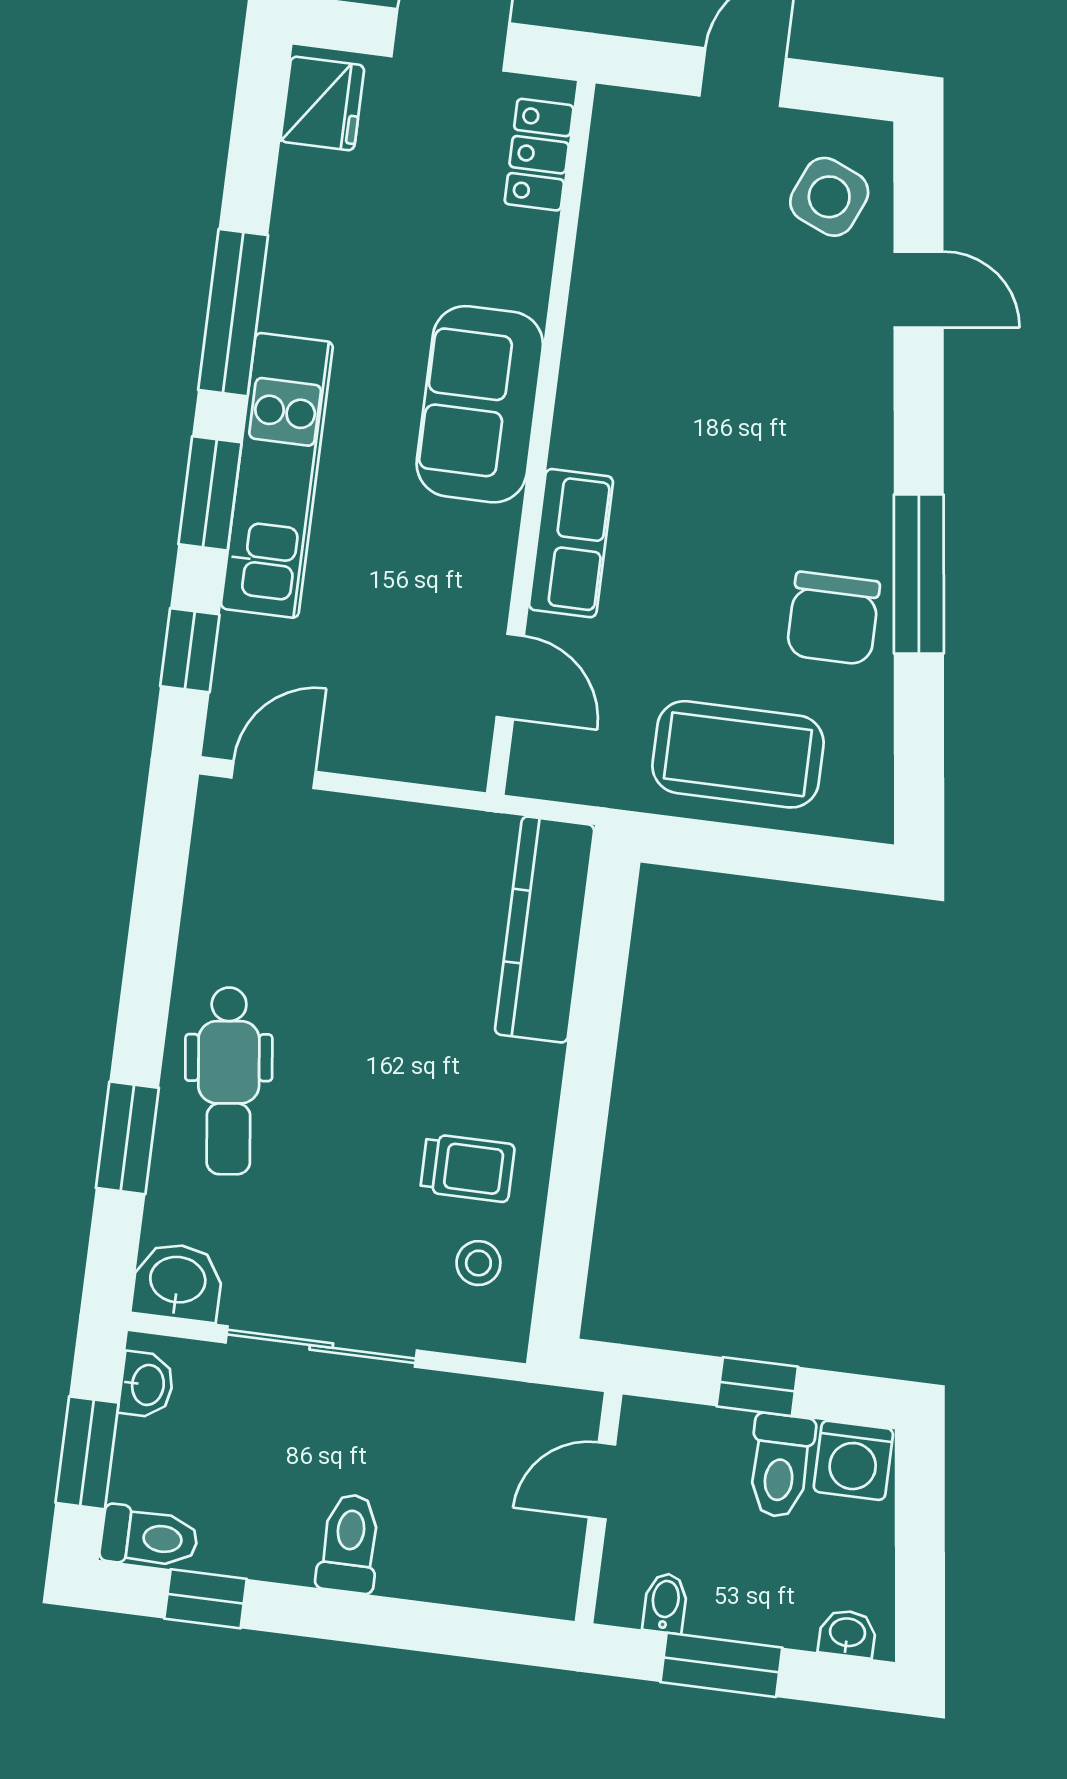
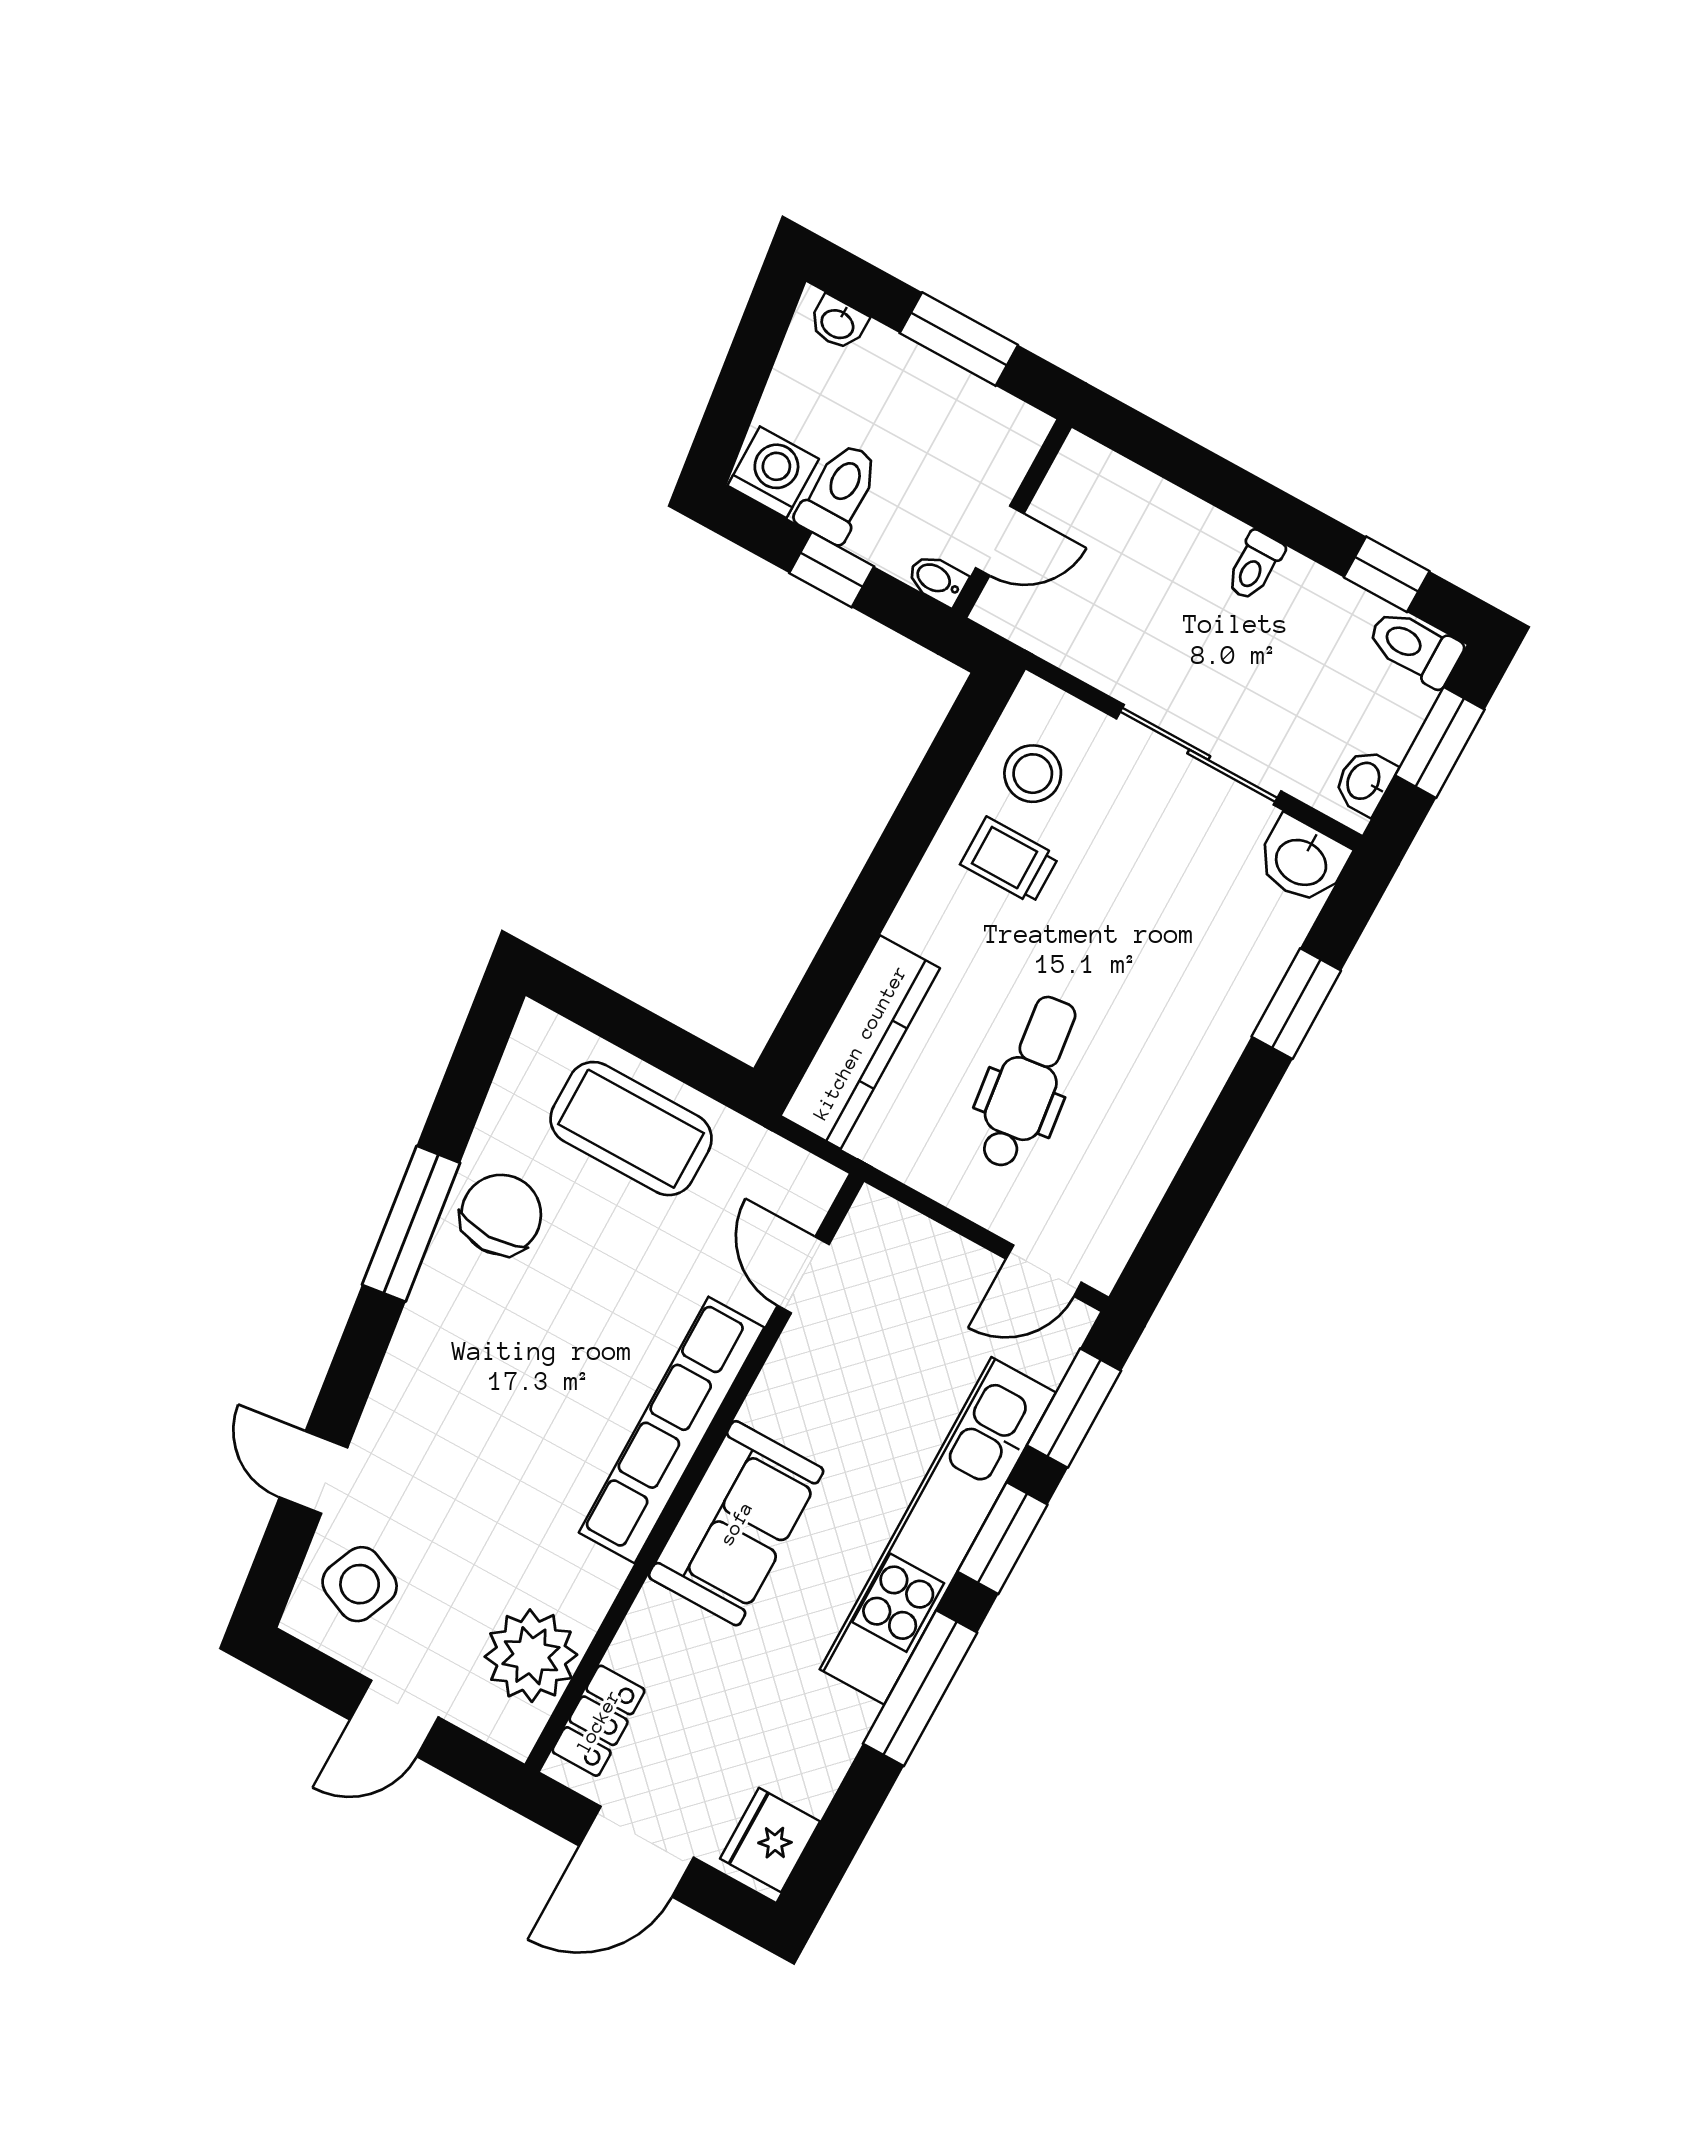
plant: (631, 193) -> (531, 1656), added
kitchen unit: (277, 475) -> (938, 1531), width x1.36
row of seats: (571, 543) -> (672, 1430), width x2.02
window: (190, 650) -> (1074, 1408), width x1.50
dental chair: (229, 1081) -> (1027, 1082), moved
stool: (478, 1263) -> (1033, 774), width x1.37, depth x1.37
toilet: (349, 1543) -> (1255, 566), width x0.73, depth x0.72
bidet: (665, 1603) -> (937, 580), moved, turned 90

